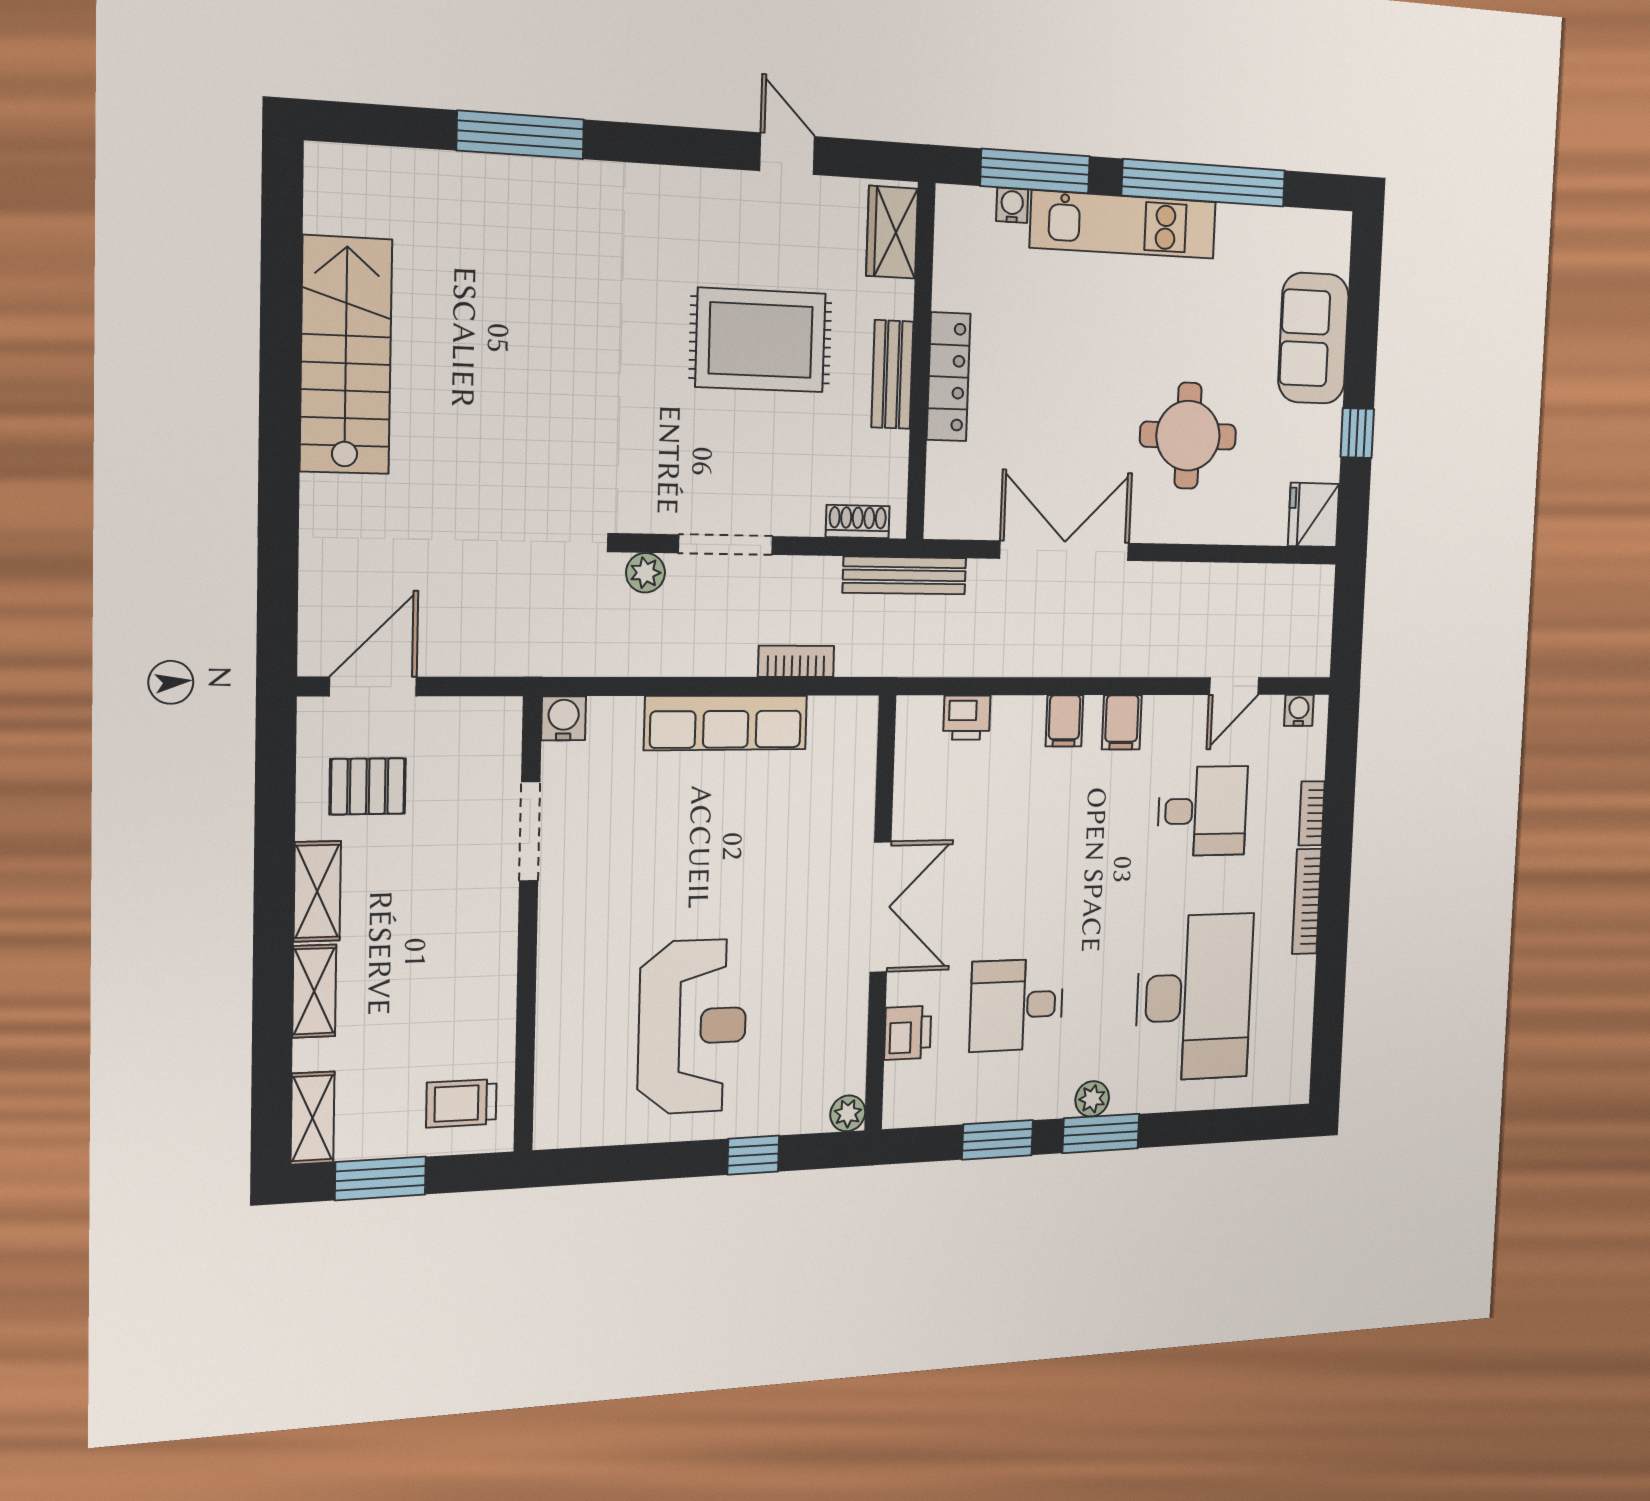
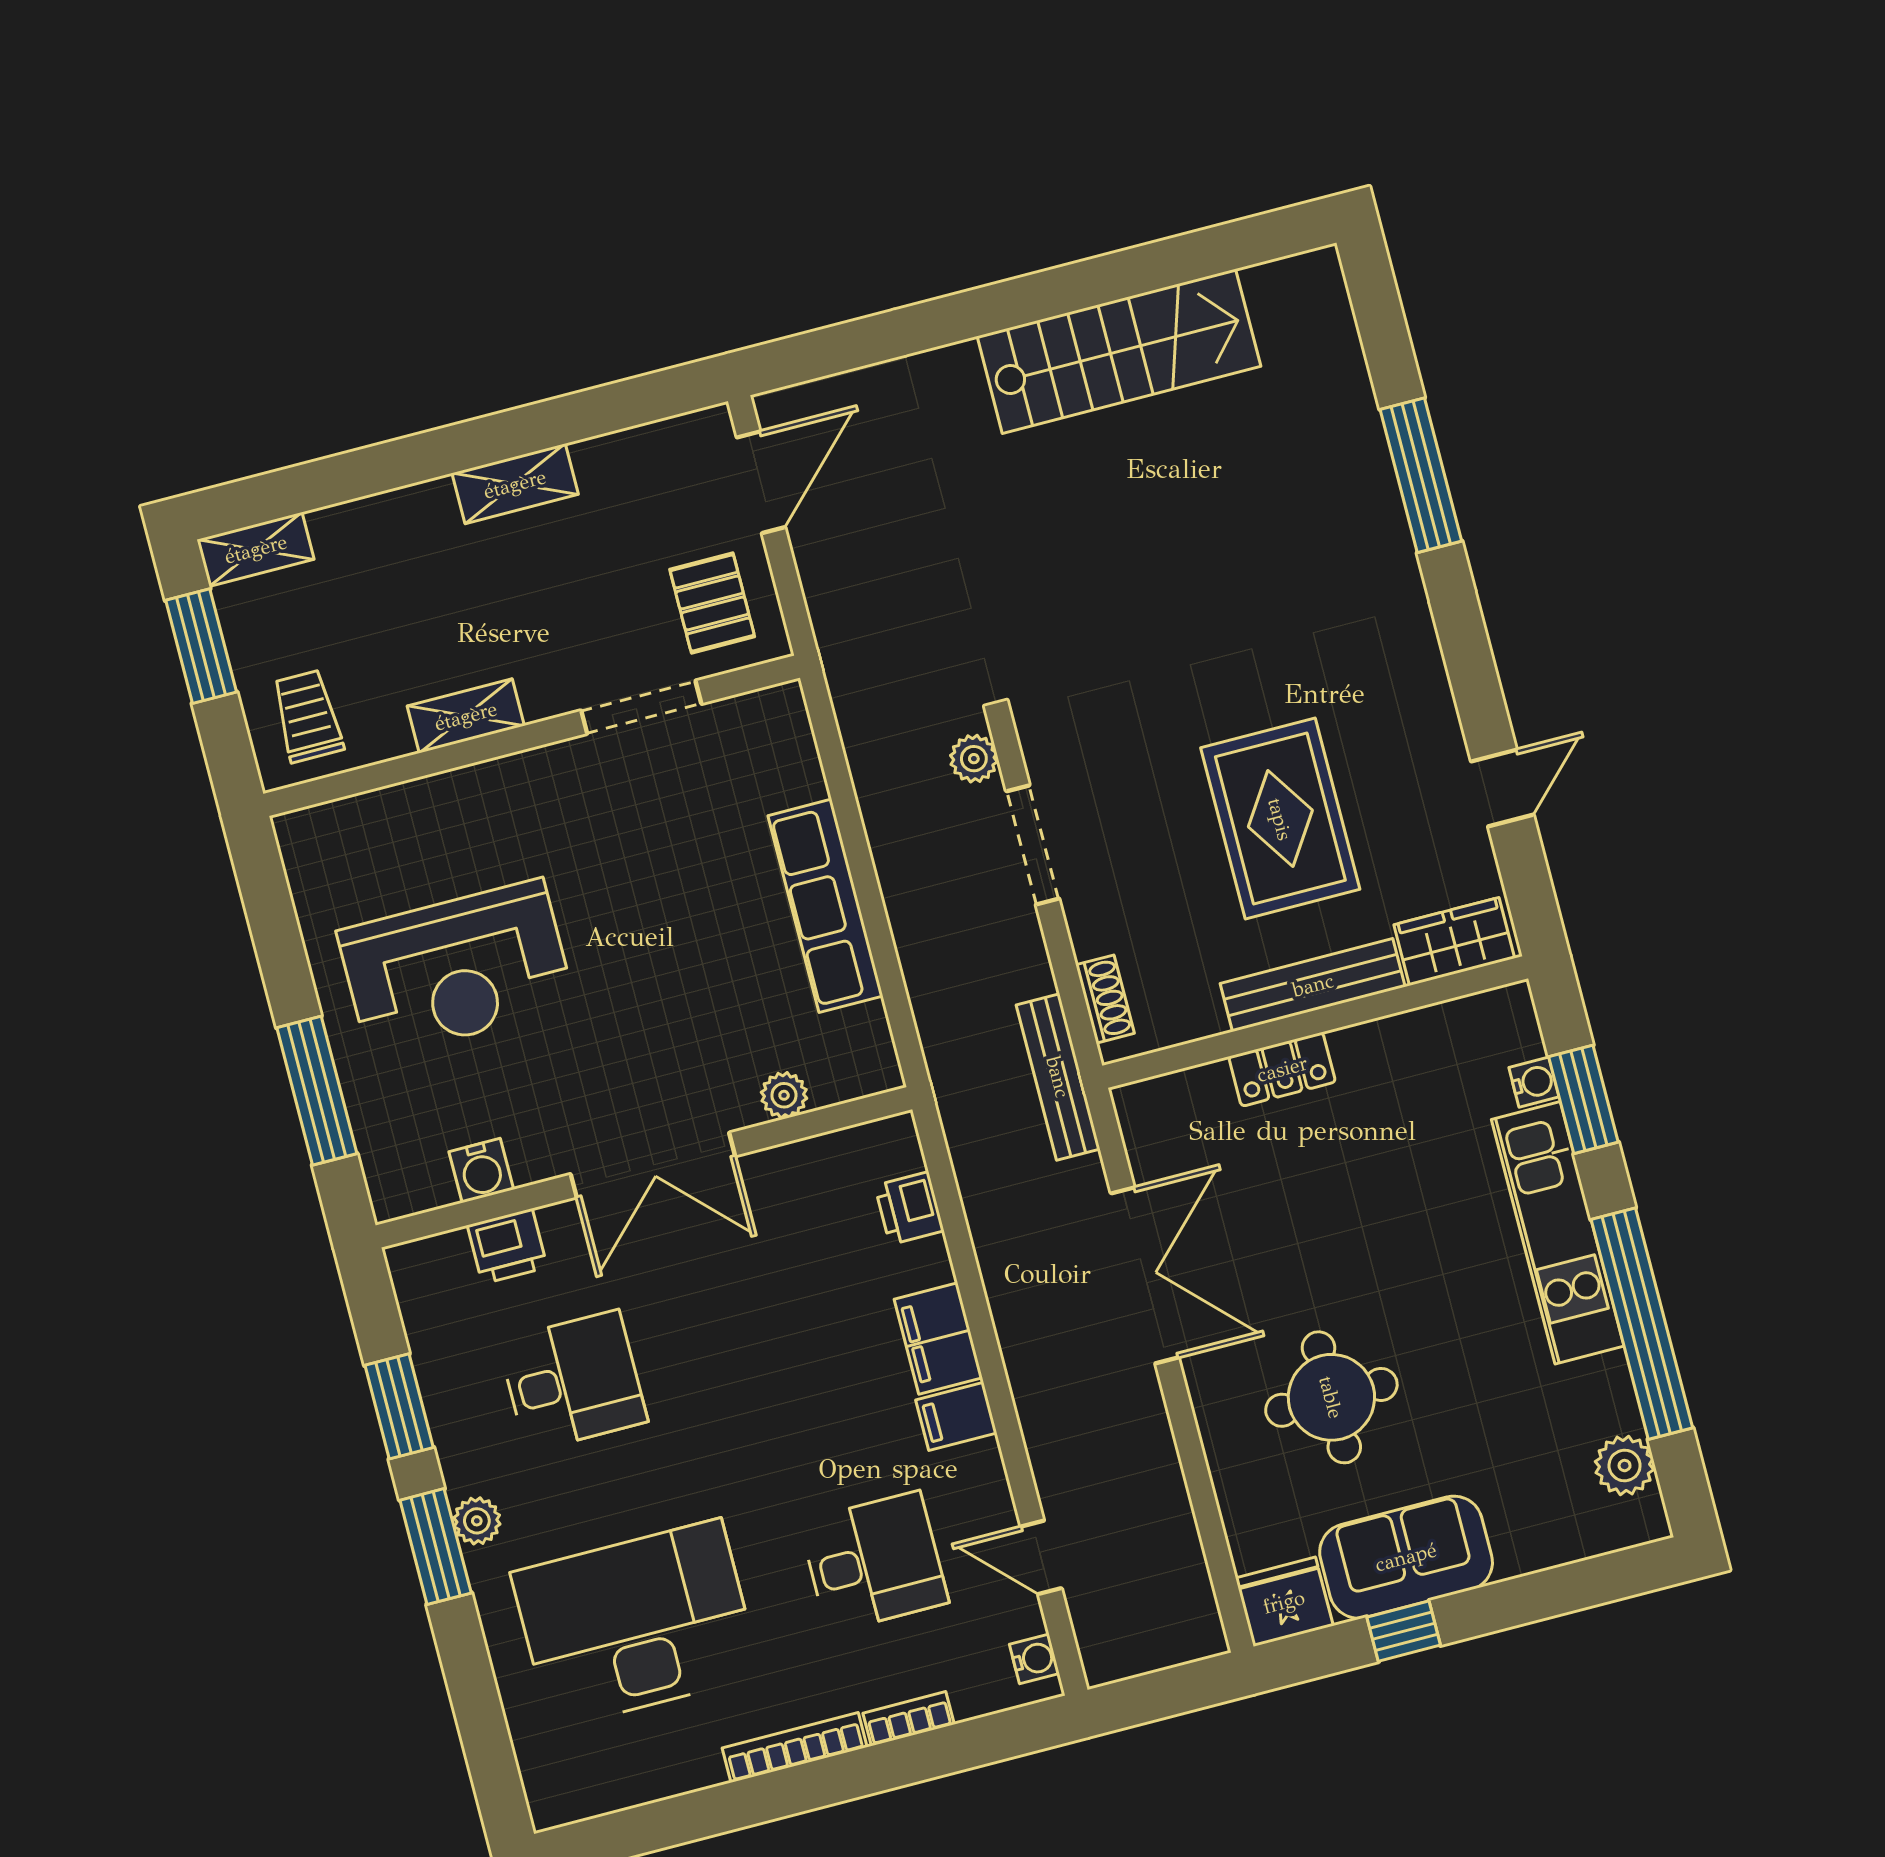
window: (1035, 171) -> (1583, 1099), width x0.69
plant: (1295, 231) -> (1625, 1465), added
sofa: (1313, 338) -> (1406, 1557), moved
bench: (892, 374) -> (1313, 985), width x1.36
locker: (949, 377) -> (1282, 1069), width x0.66
bookcase: (796, 661) -> (920, 971), removed
door: (373, 687) -> (761, 482), hinge flipped
water cooler: (564, 718) -> (481, 1171), moved, turned 90
filing cabinet: (1064, 721) -> (938, 1338), width x2.00
pallet: (368, 786) -> (712, 603), moved
desk: (1202, 811) -> (874, 1562), turned -90
shelving: (314, 991) -> (466, 716), moved
desk: (1194, 997) -> (636, 1624), turned 180
desk: (1017, 1005) -> (573, 1381), turned 90
plant: (848, 1113) -> (784, 1095), moved
window: (753, 1155) -> (317, 1091), width x2.17

